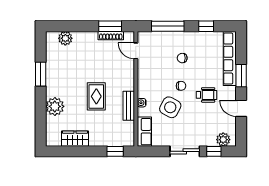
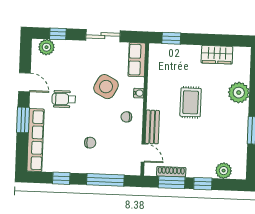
window: (83, 26) -> (203, 184), added
chair: (181, 86) -> (126, 117), moved
bench: (129, 106) -> (152, 127), moved
sliding door: (185, 151) -> (103, 36), moved

